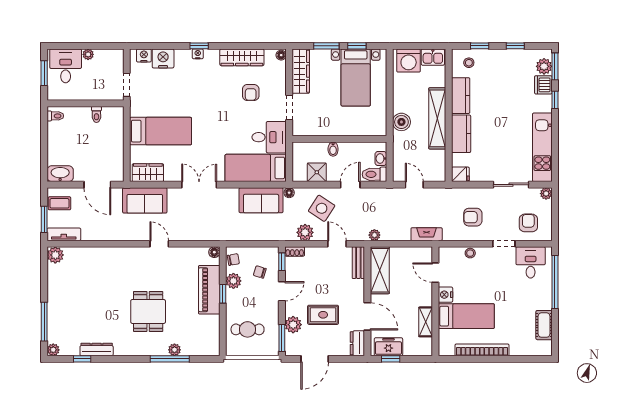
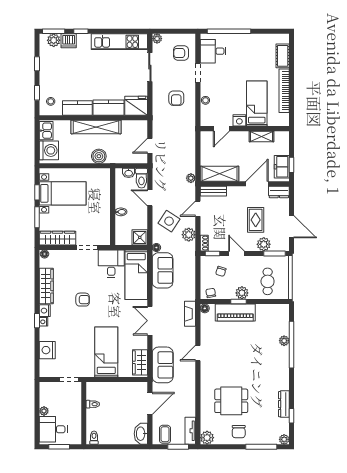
nightstand: (144, 55) -> (45, 311), moved
armchair: (251, 92) -> (83, 300), moved
shower: (317, 172) -> (140, 237), moved
fridge: (460, 174) -> (136, 106), width x1.88, depth x1.34
fireplace: (427, 234) -> (190, 314), moved
plant: (233, 281) -> (242, 293), moved
chair: (63, 294) -> (239, 432), added
dining table: (148, 311) -> (231, 401), moved
cot: (544, 325) -> (283, 56), moved, turned 90
window: (170, 359) -> (292, 345), width x1.46

